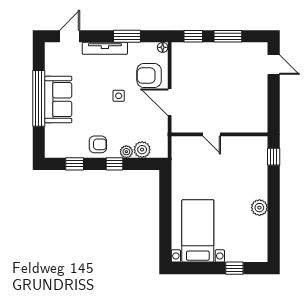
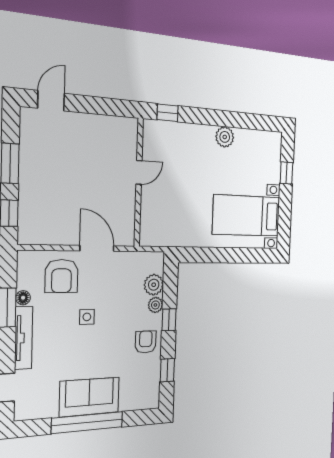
floor lamp: (163, 47) -> (23, 298), moved
door: (170, 102) -> (97, 248), swing flipped
door: (212, 134) -> (139, 172), moved

